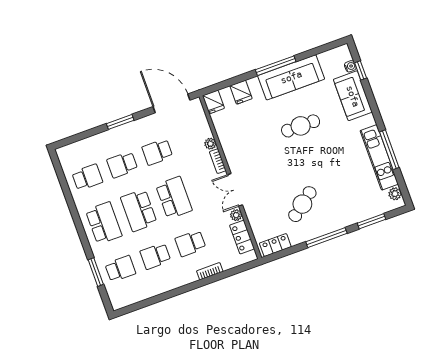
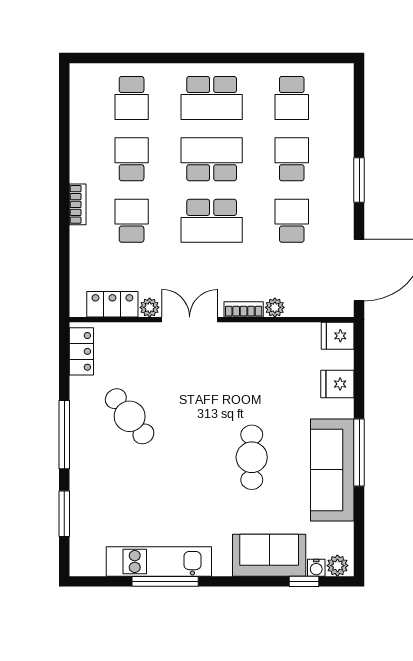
plant: (395, 194) -> (337, 566), moved
bookcase: (210, 271) -> (78, 204), moved
window: (96, 272) -> (140, 58), removed

